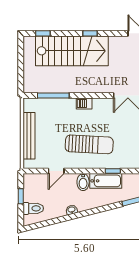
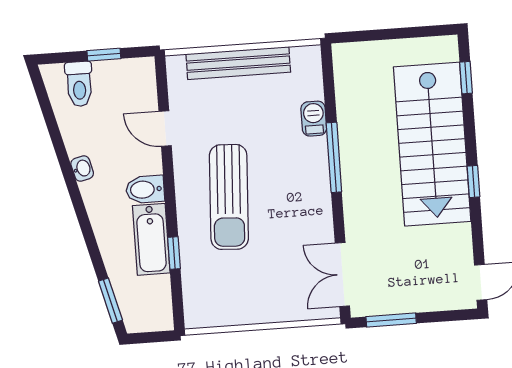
window: (53, 96) -> (334, 157), moved
barbecue: (84, 104) -> (314, 119), moved

